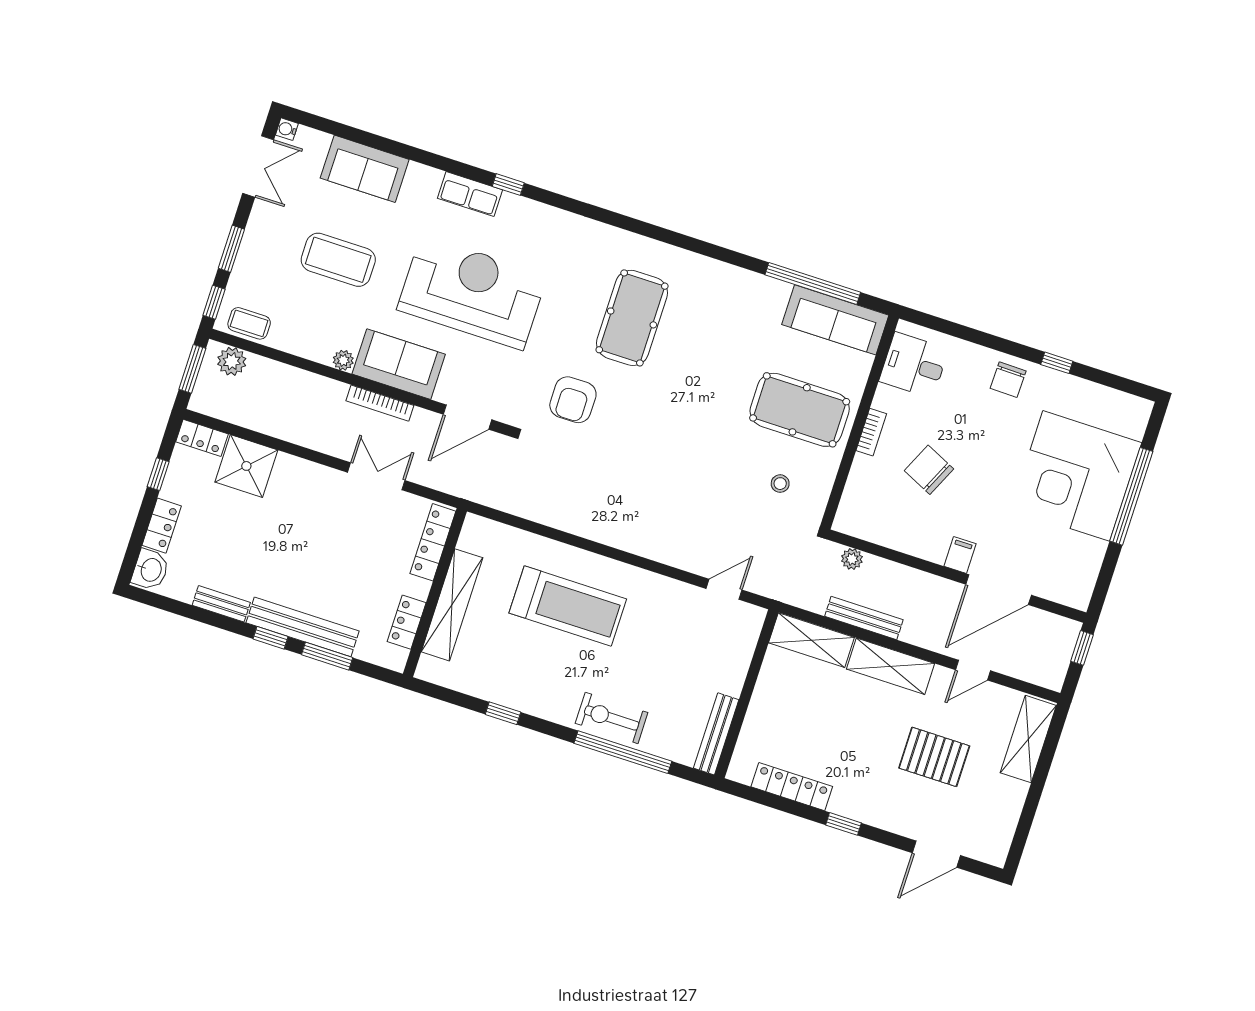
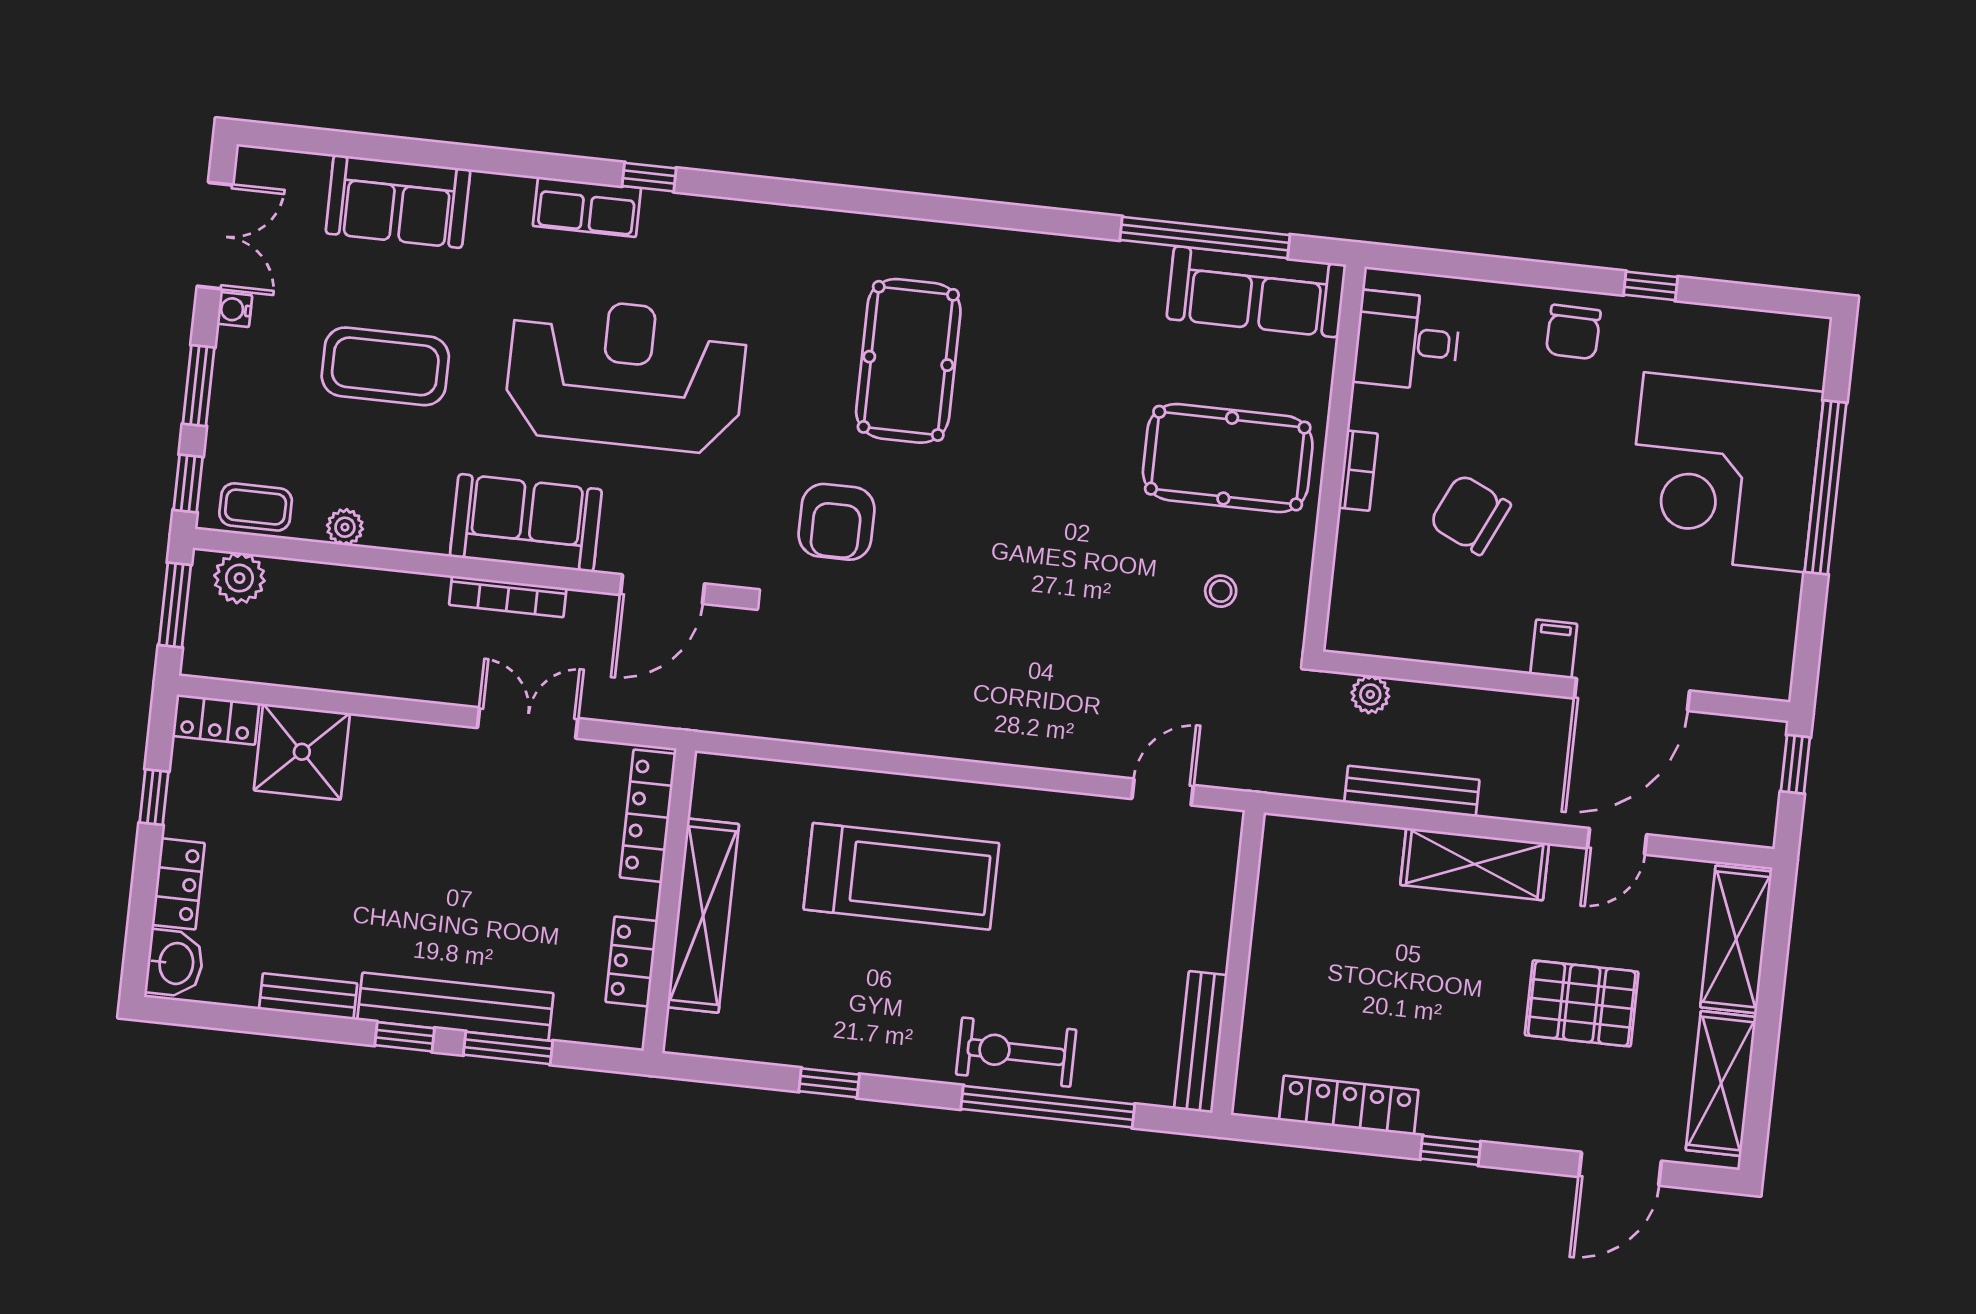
water cooler: (287, 129) -> (235, 310), moved
plant: (343, 360) -> (345, 527), moved
shelving: (811, 640) -> (1721, 1083), moved, turned 90

